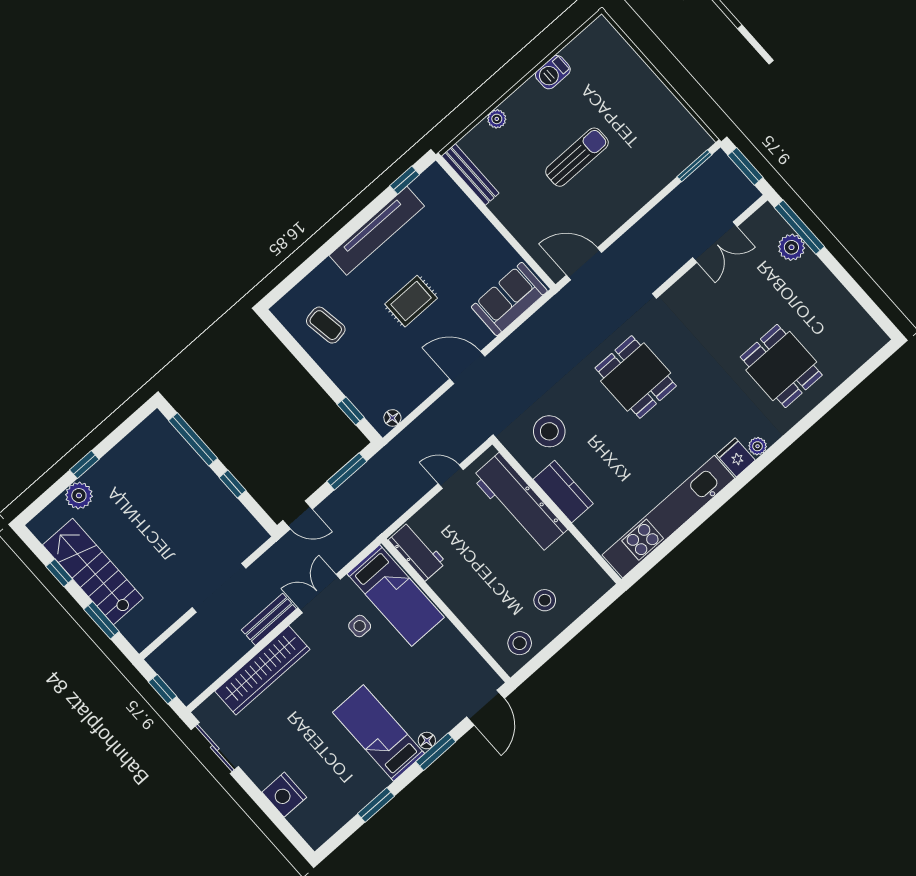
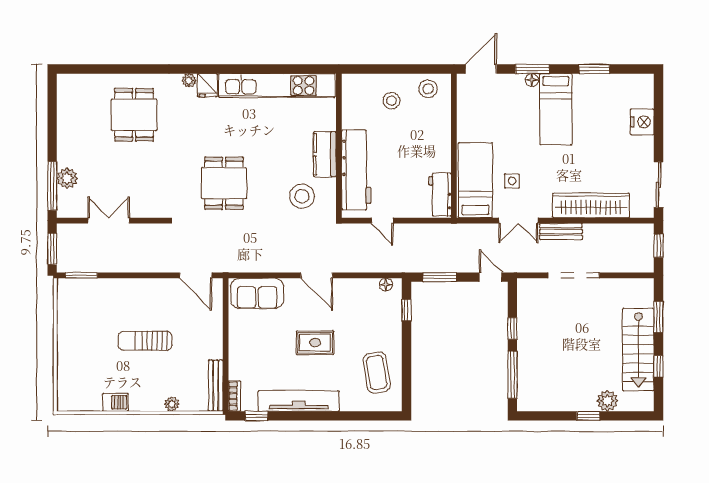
bookcase: (443, 180) -> (235, 396), added
coffee table: (326, 325) -> (377, 373), width x1.36, depth x1.30

